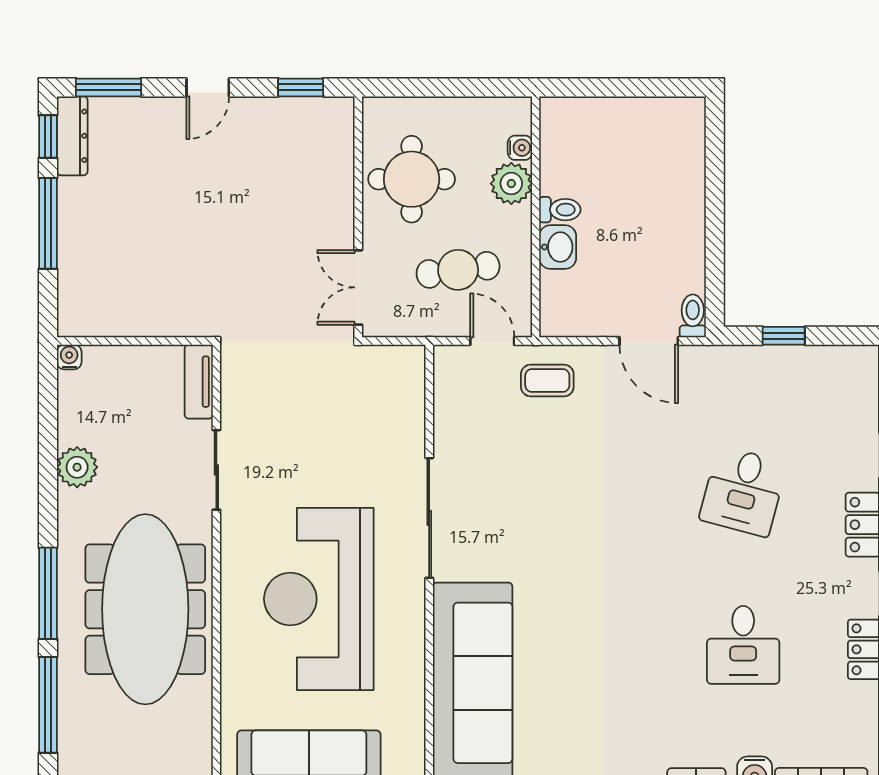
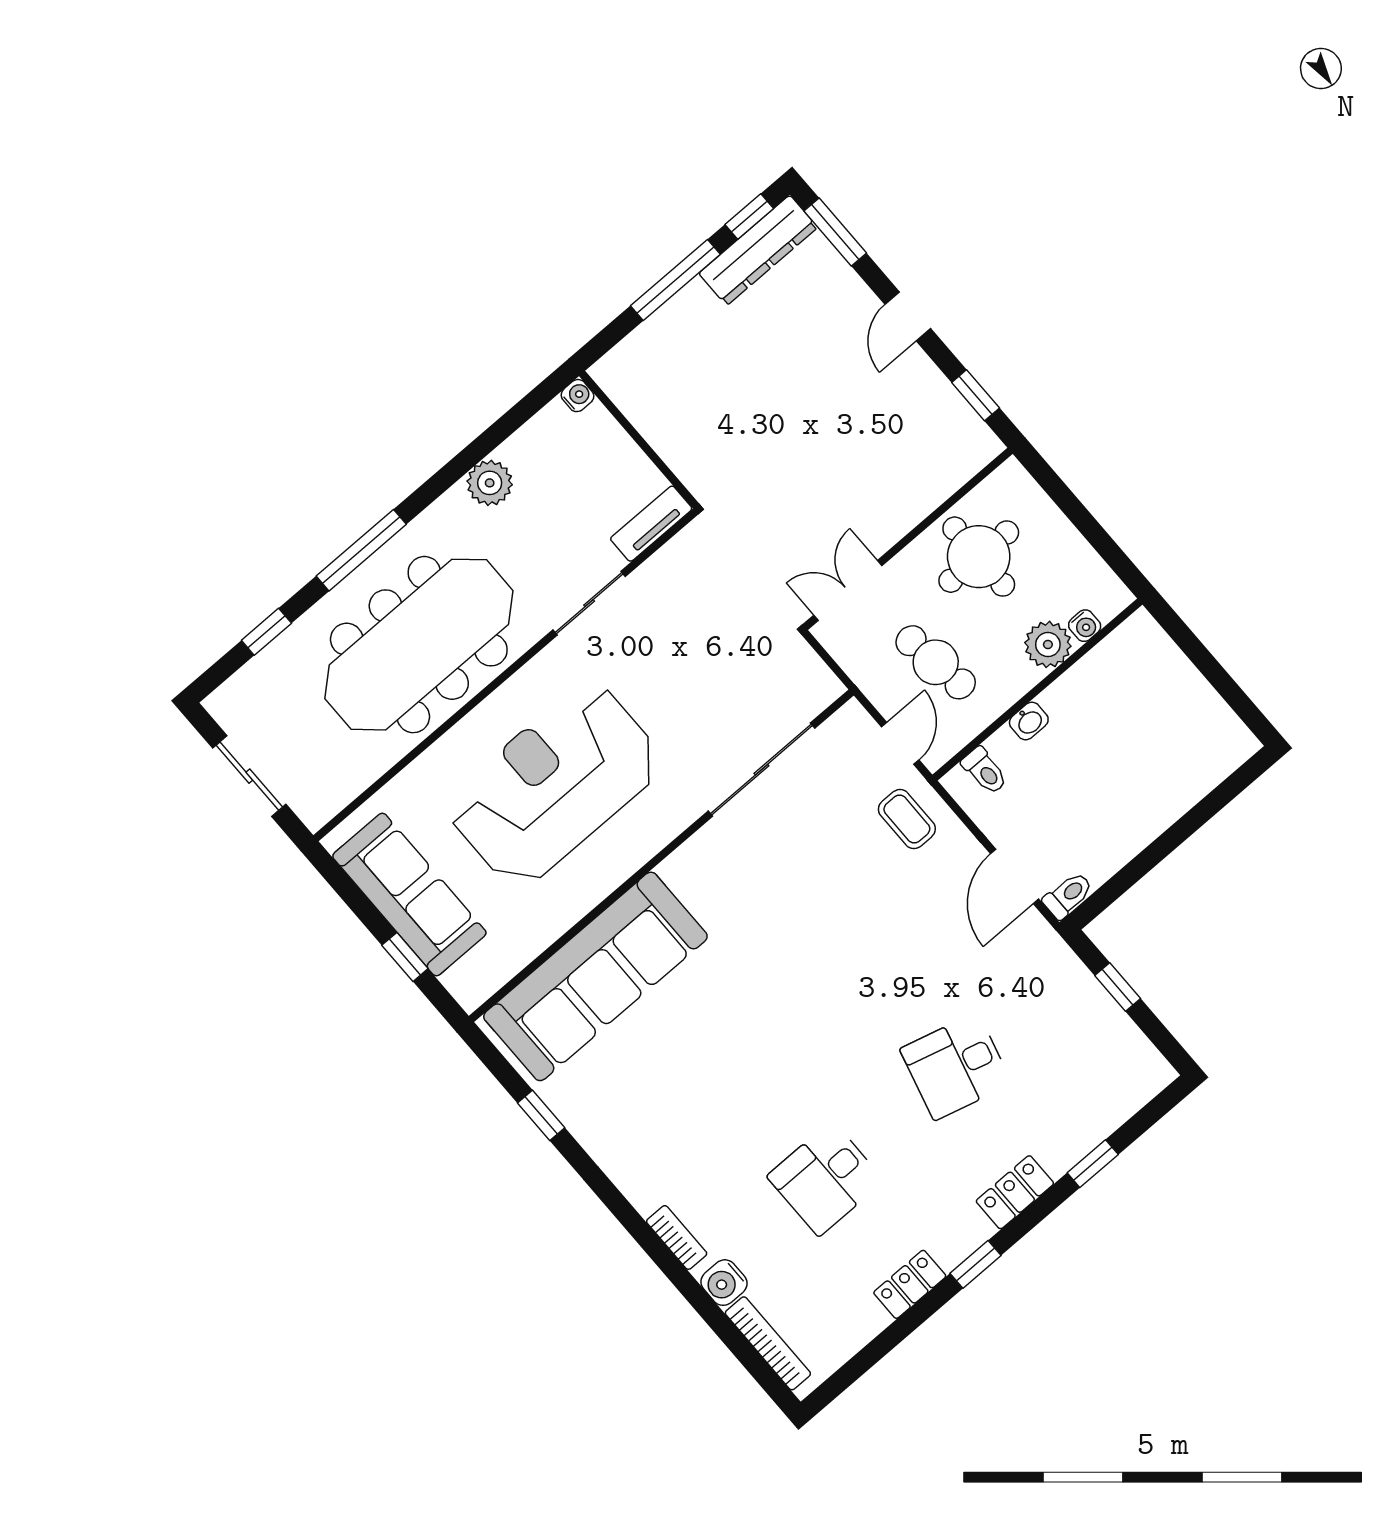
door: (208, 87) -> (908, 316), hinge flipped
dresser: (72, 136) -> (758, 250), width x1.37, depth x1.24
toilet: (560, 210) -> (985, 771), moved
washbasin: (558, 247) -> (1029, 721), width x0.72, depth x0.69
sliding door: (429, 518) -> (761, 770), moved
window: (48, 705) -> (266, 632), width x0.46

